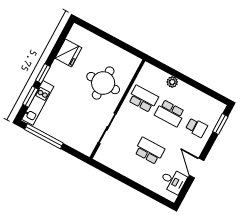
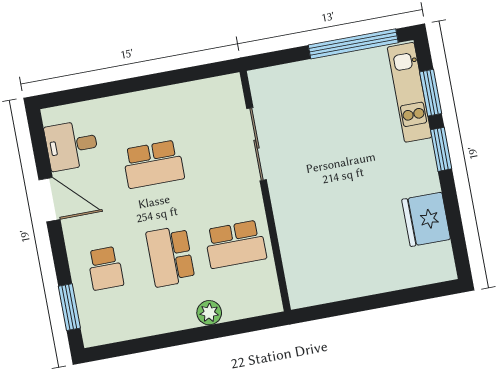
round table: (103, 83) -> (325, 216), removed
school desk: (170, 113) -> (170, 256), turned -90
school desk: (196, 128) -> (105, 268), turned -90

